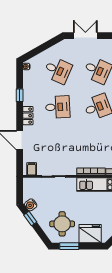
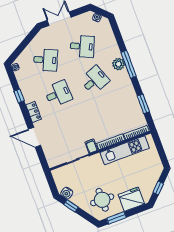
filing cabinet: (32, 169) -> (91, 146), moved

